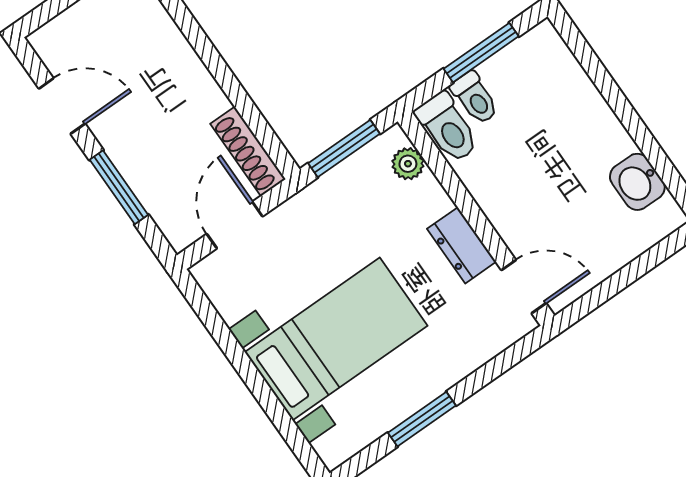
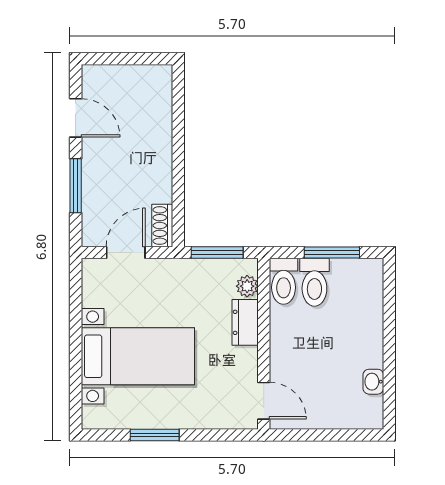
toilet: (475, 98) -> (314, 282), width x1.37, depth x1.39
shoe rack: (248, 151) -> (162, 226), width x0.70
washbasin: (637, 182) -> (373, 382), width x0.72, depth x0.69
dresser: (462, 245) -> (245, 322), moved

